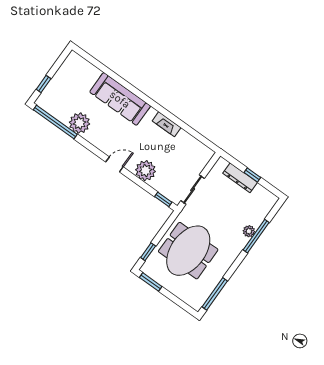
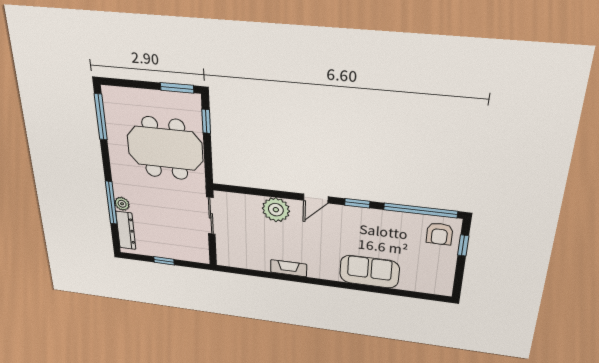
sofa: (120, 99) -> (369, 272), width x0.73
armchair: (53, 100) -> (440, 234), added
plant: (80, 123) -> (389, 223), removed
dresser: (240, 178) -> (126, 230), moved, turned 90
window: (163, 199) -> (357, 203), moved
meeting table: (188, 251) -> (165, 148), turned 90

